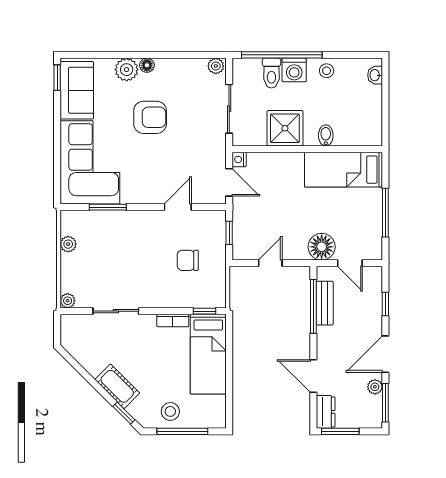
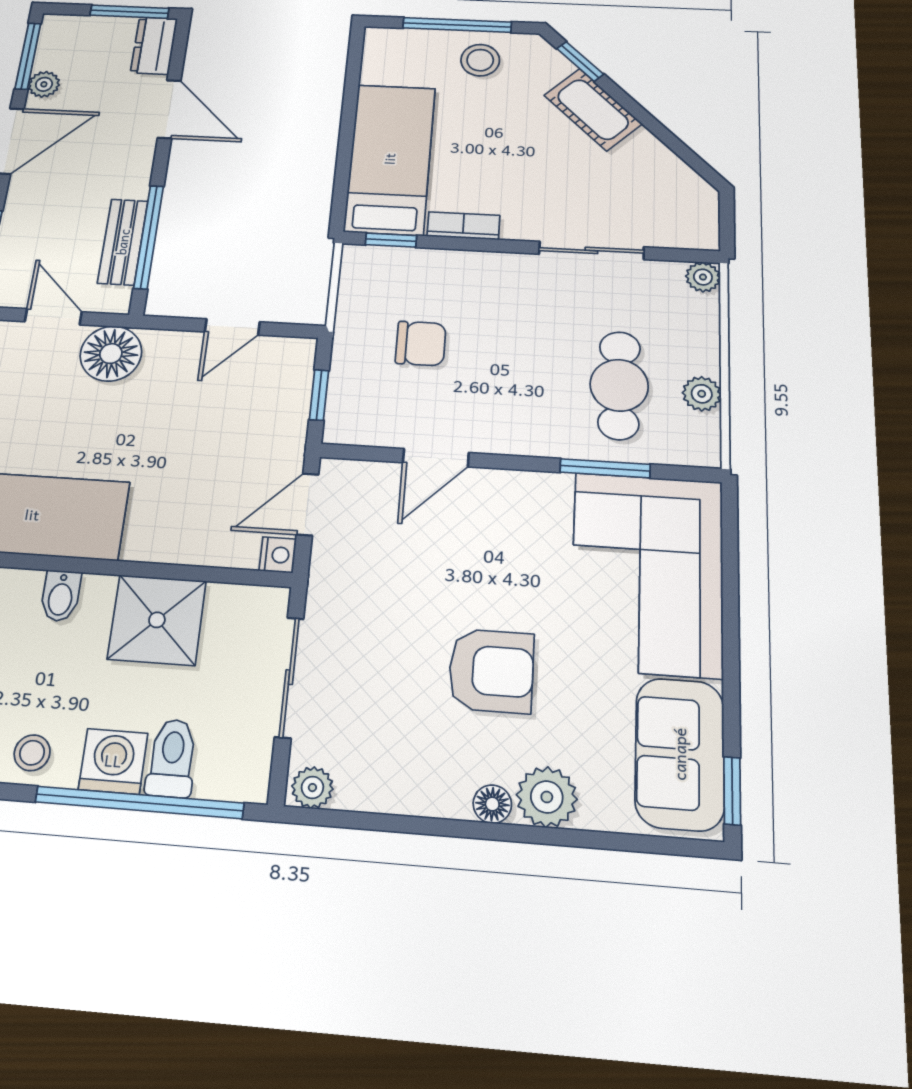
armchair: (150, 117) -> (491, 671), turned 180
door: (229, 182) -> (308, 504), hinge flipped
cafe table: (103, 246) -> (619, 385), added

